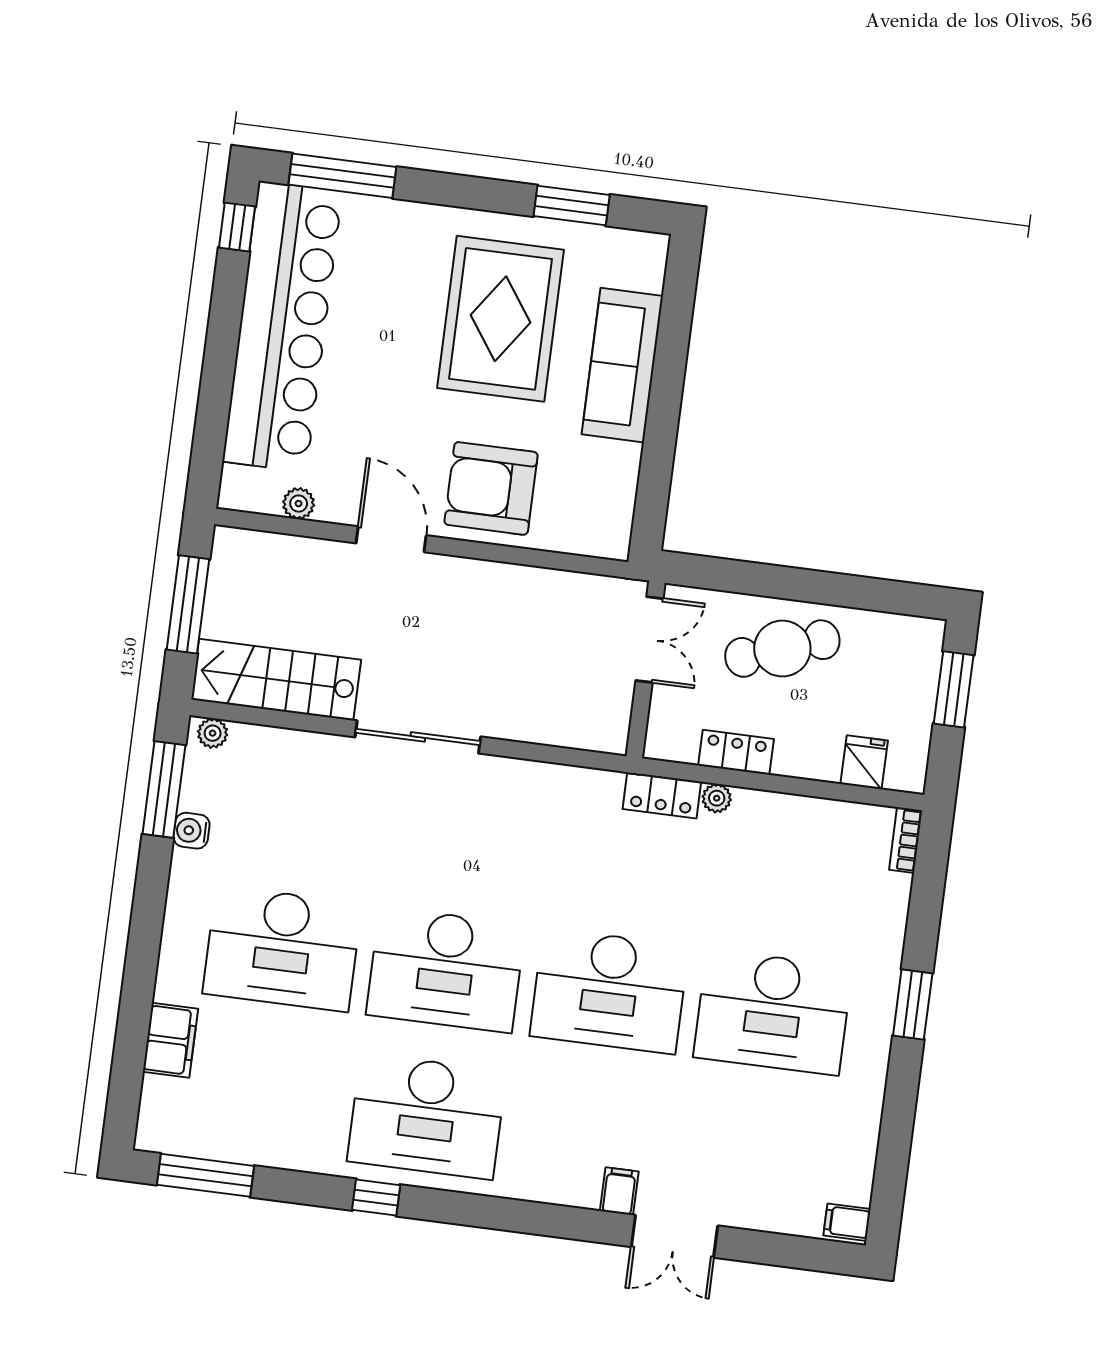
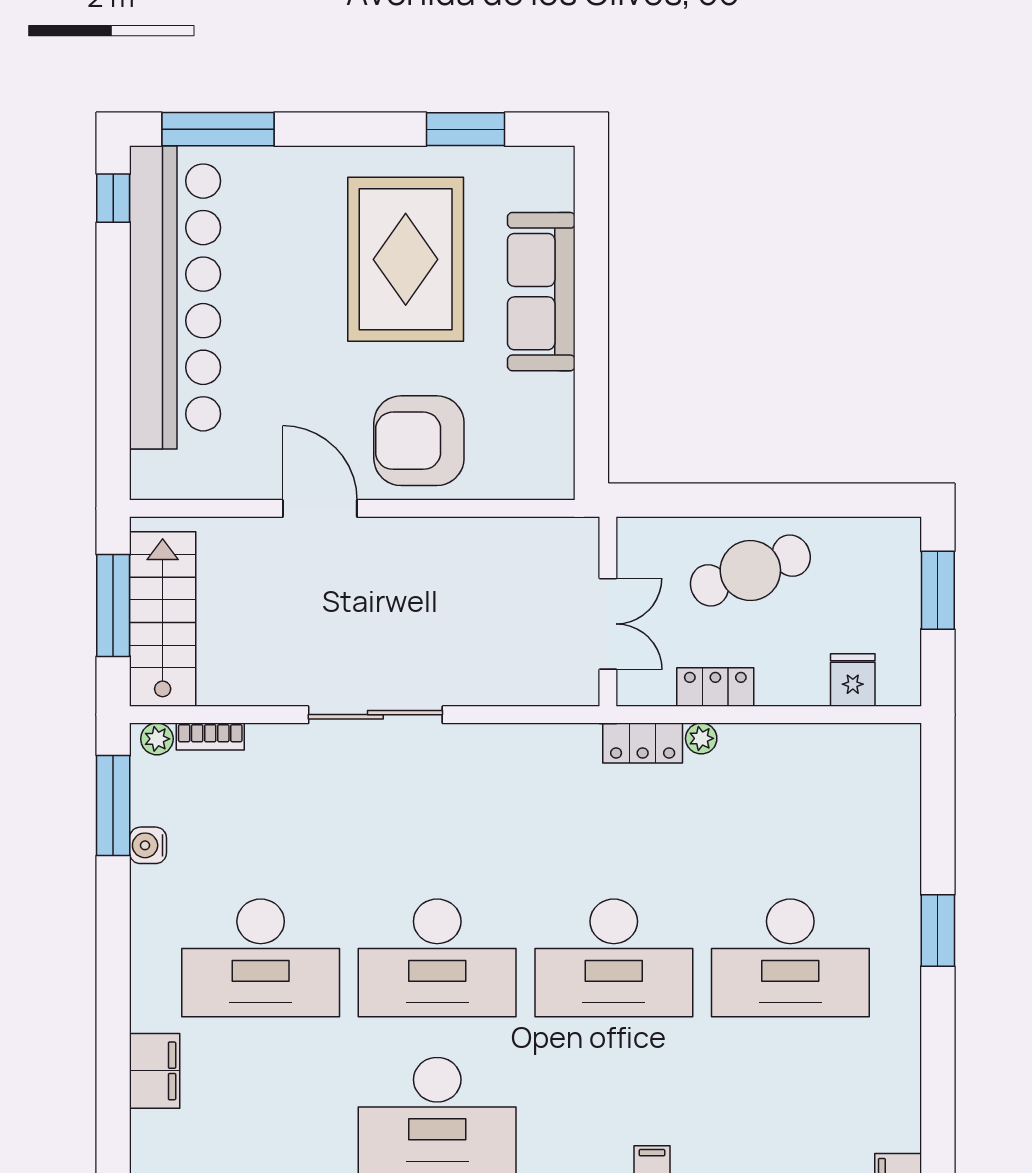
plant: (299, 504) -> (217, 483), removed
double door: (649, 640) -> (608, 624), moved
stairs: (276, 680) -> (163, 619), moved, turned 90
bookcase: (906, 840) -> (210, 736), moved, turned -90

